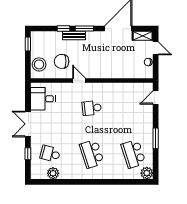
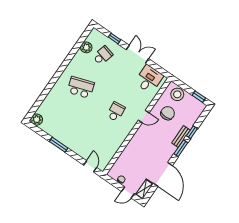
school desk: (133, 154) -> (59, 119), removed

